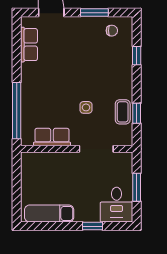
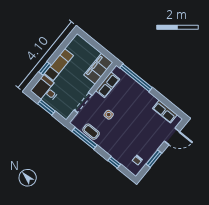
window: (137, 113) -> (84, 138), width x2.17
filing cabinet: (42, 163) -> (98, 69), added
exam couch: (49, 214) -> (59, 64), moved

